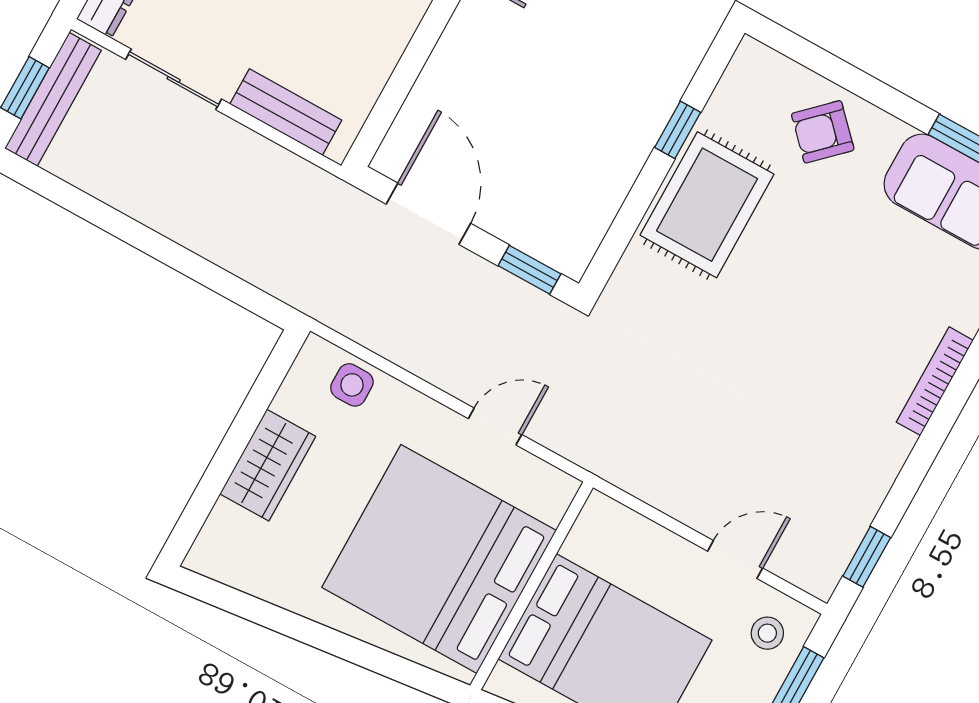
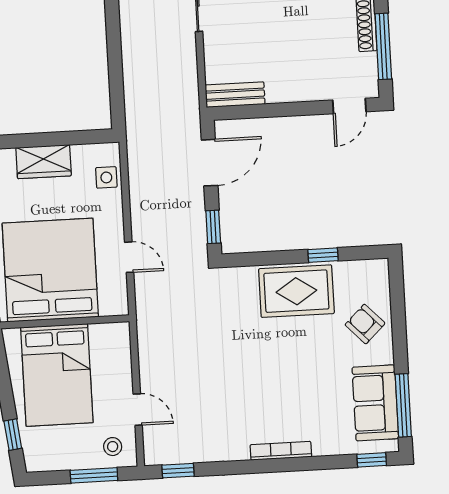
bench: (286, 112) -> (235, 95), moved, turned 90

